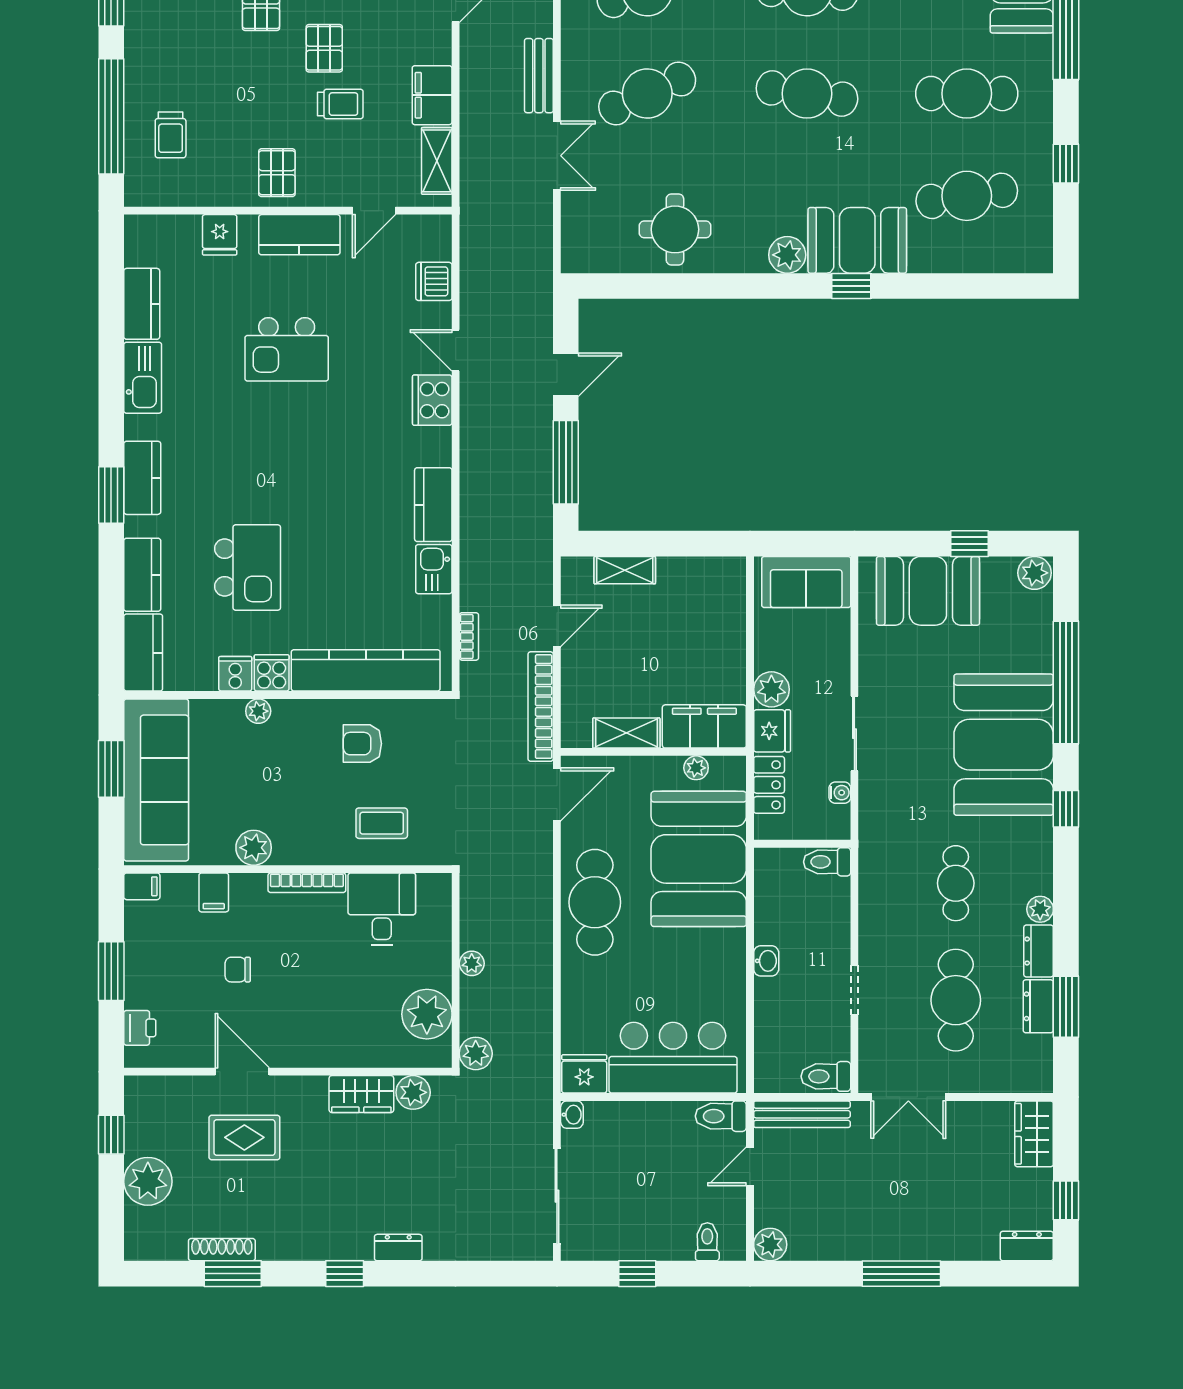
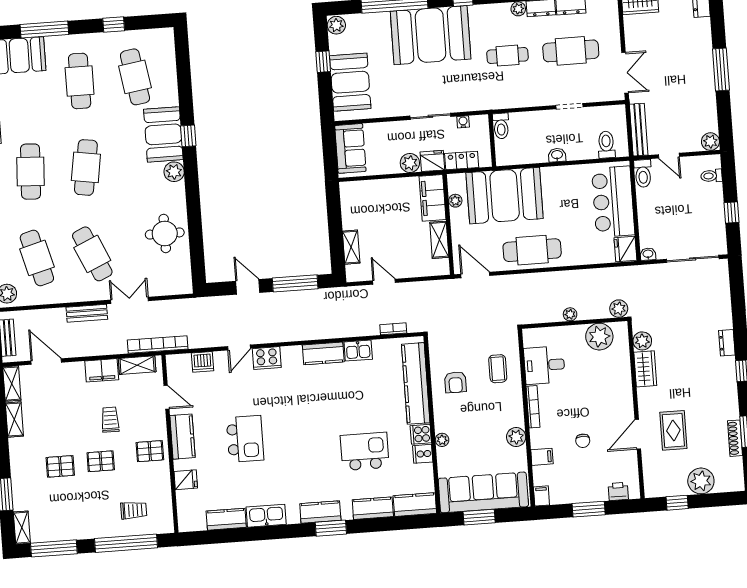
pallet: (324, 48) -> (101, 461), moved
bookcase: (541, 707) -> (158, 345), moved, turned 180
toilet: (826, 1076) -> (606, 145), moved, turned 180

